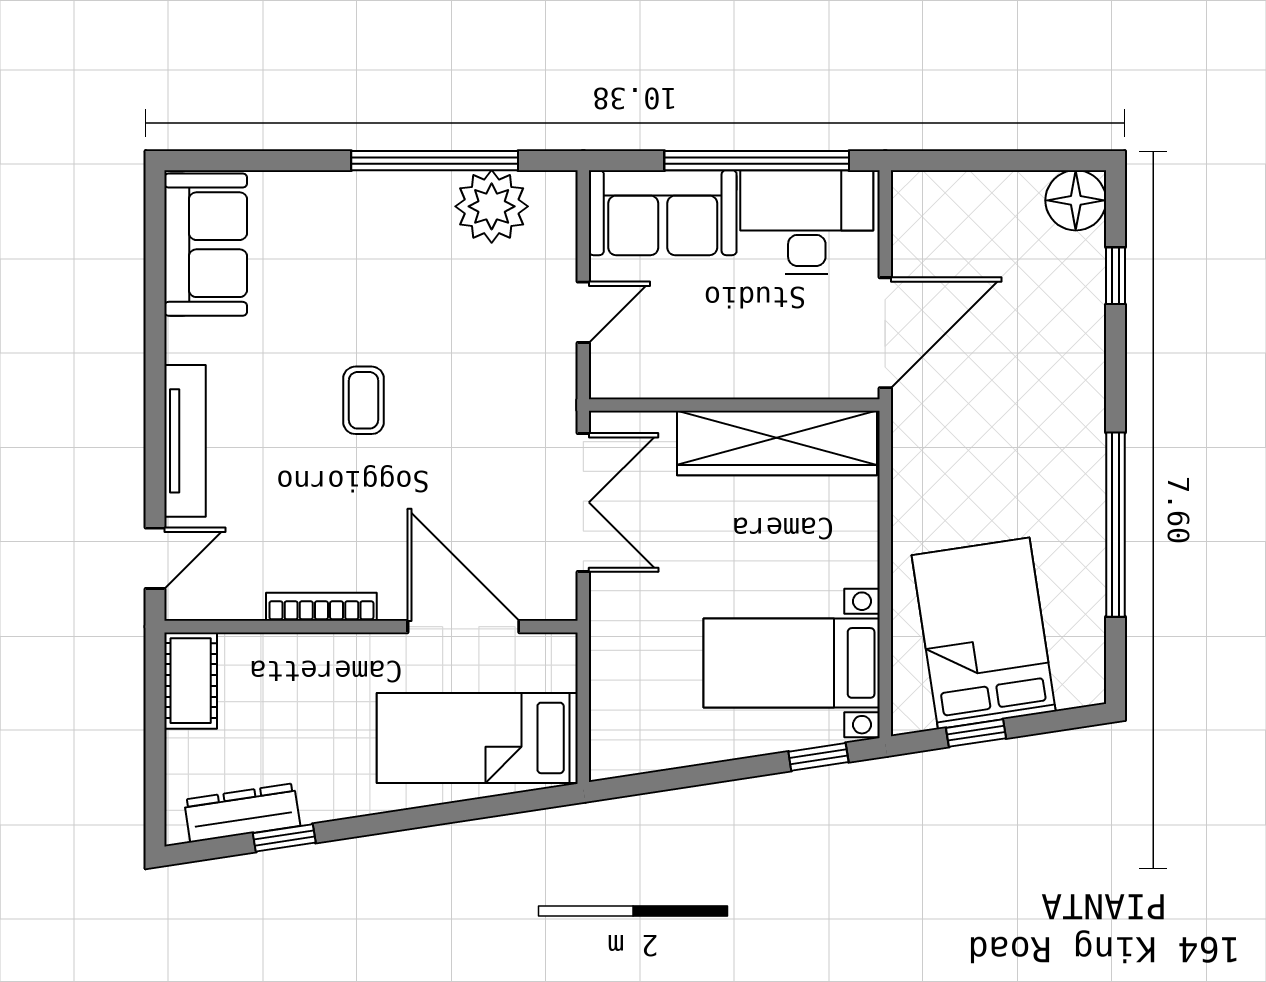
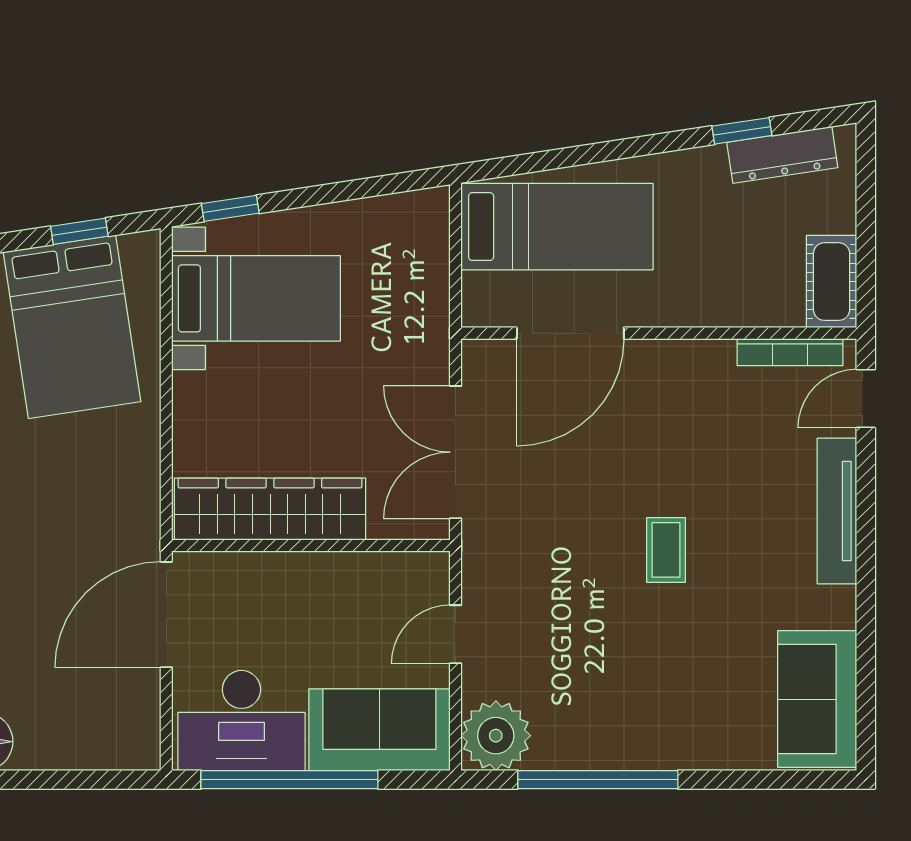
plant: (492, 206) -> (496, 736), moved
bookcase: (321, 607) -> (790, 352), moved
door: (463, 627) -> (570, 333), hinge flipped

